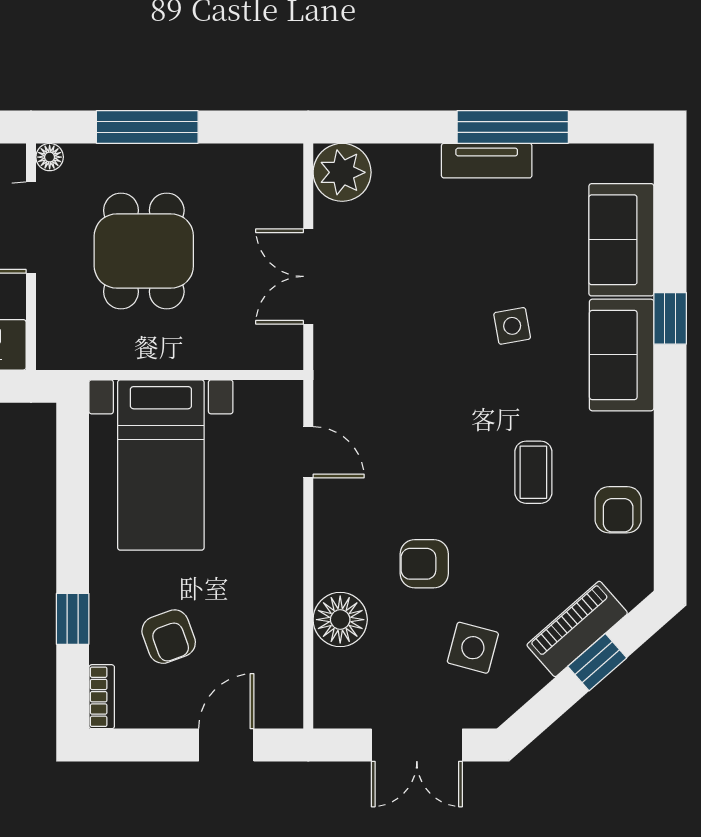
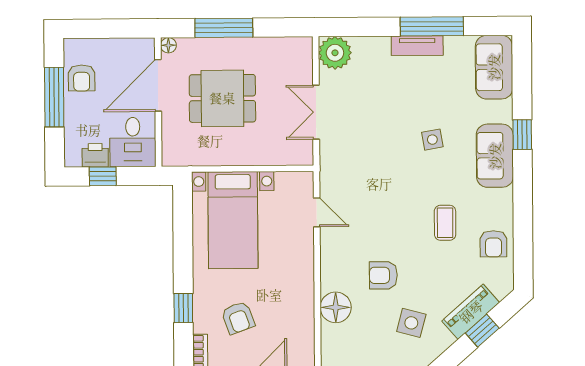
sofa: (621, 240) -> (494, 67), moved
dining table: (144, 251) -> (222, 98), turned 90

